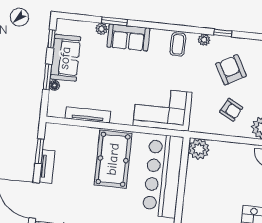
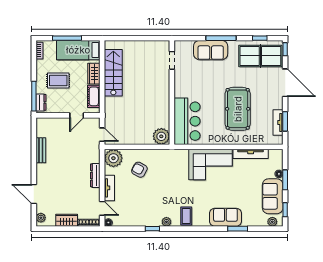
plant: (102, 29) -> (272, 222), moved
armchair: (231, 70) -> (143, 201), removed
corner sofa: (163, 109) -> (211, 165), moved
pool table: (113, 159) -> (238, 109), moved
tv unit: (47, 167) -> (278, 122), moved
bar counter: (163, 176) -> (187, 121), width x0.73

